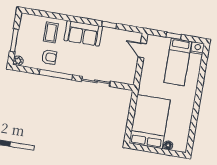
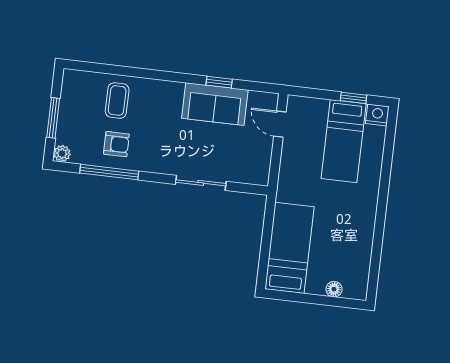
sofa: (83, 33) -> (215, 104), moved
window: (174, 36) -> (353, 98), moved
window: (56, 75) -> (109, 172), moved
bed: (150, 122) -> (289, 248), width x0.67

